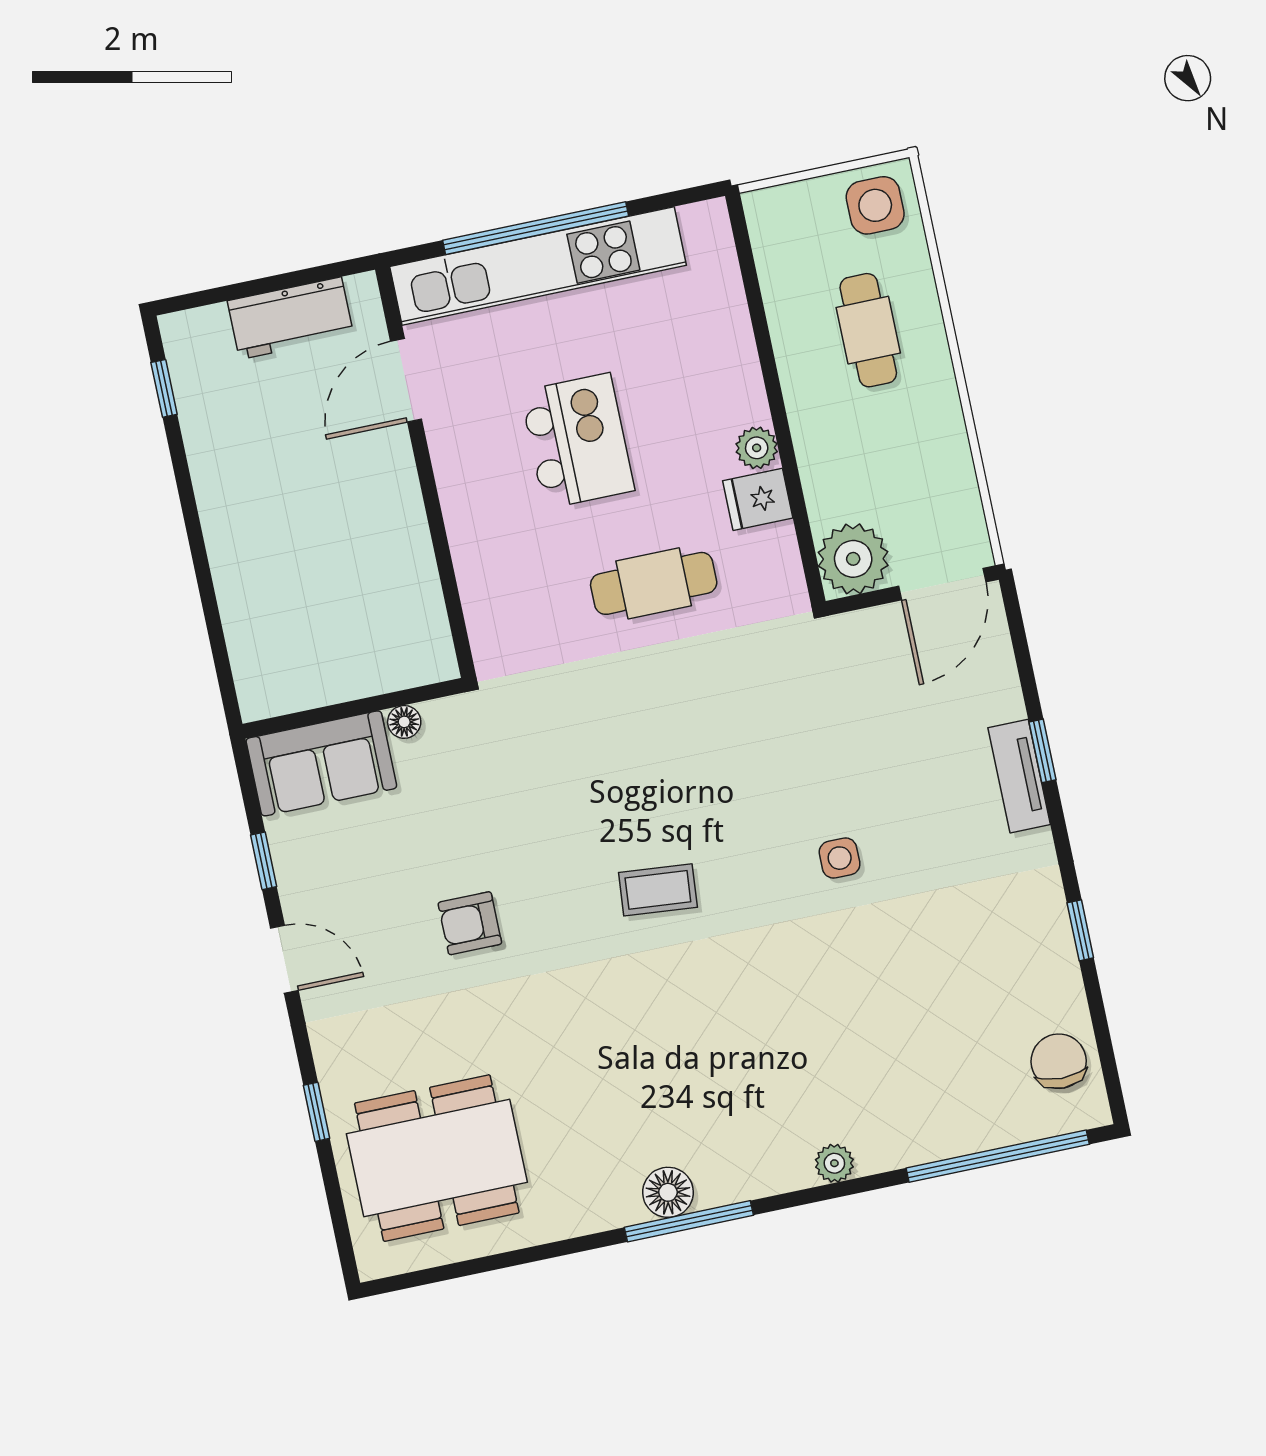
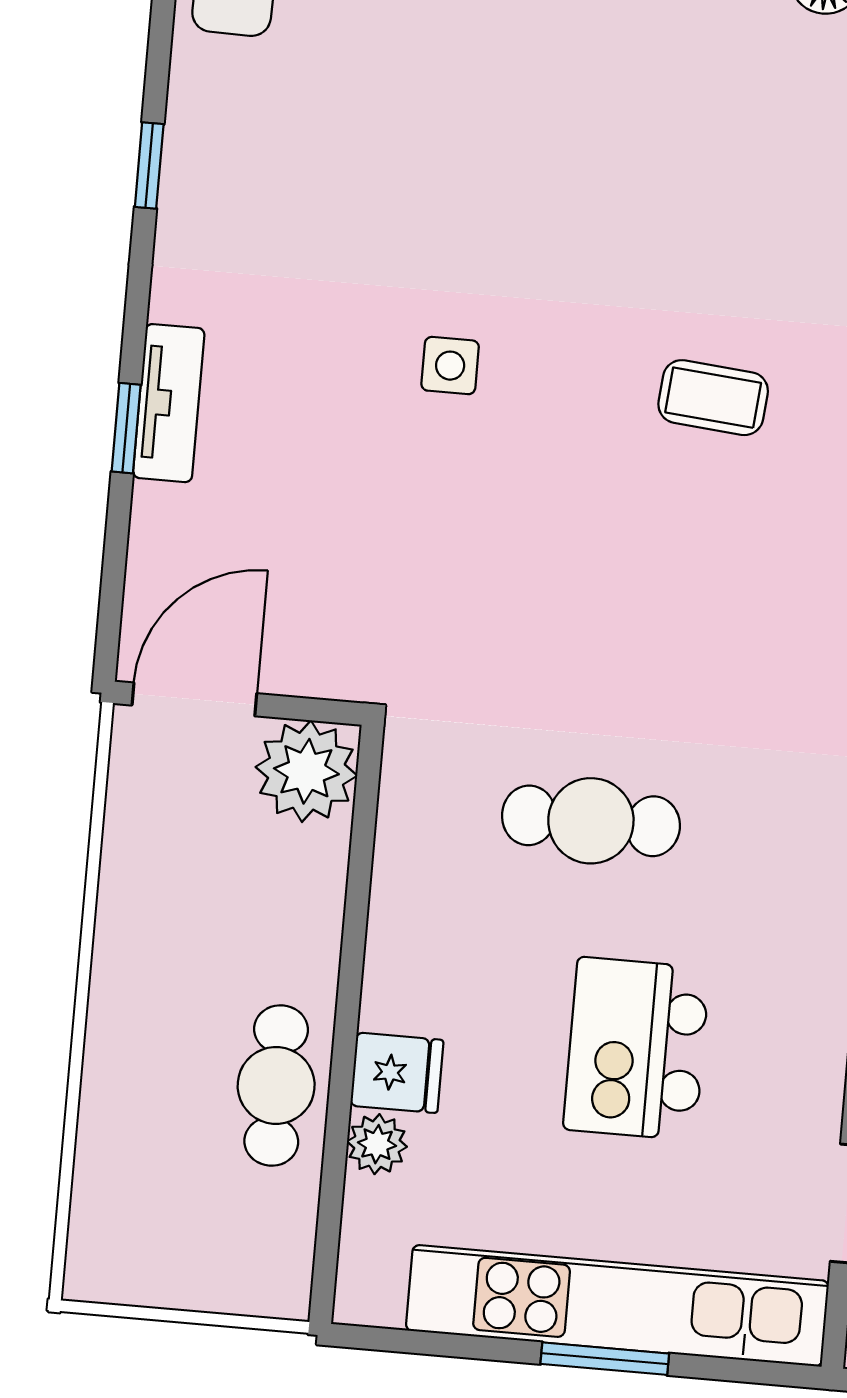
side table: (875, 205) -> (128, 1248), removed
window: (536, 228) -> (605, 1359), width x0.47
cafe table: (868, 330) -> (276, 1085), moved
plant: (757, 448) -> (377, 1144), moved
fridge: (758, 499) -> (397, 1073), moved

